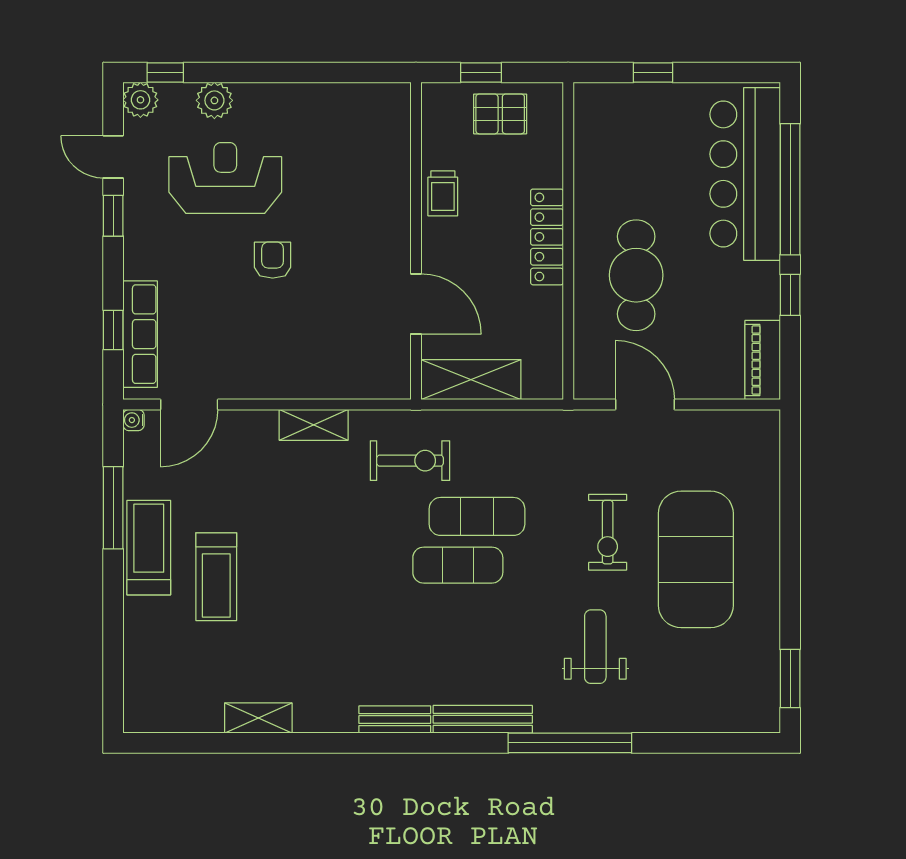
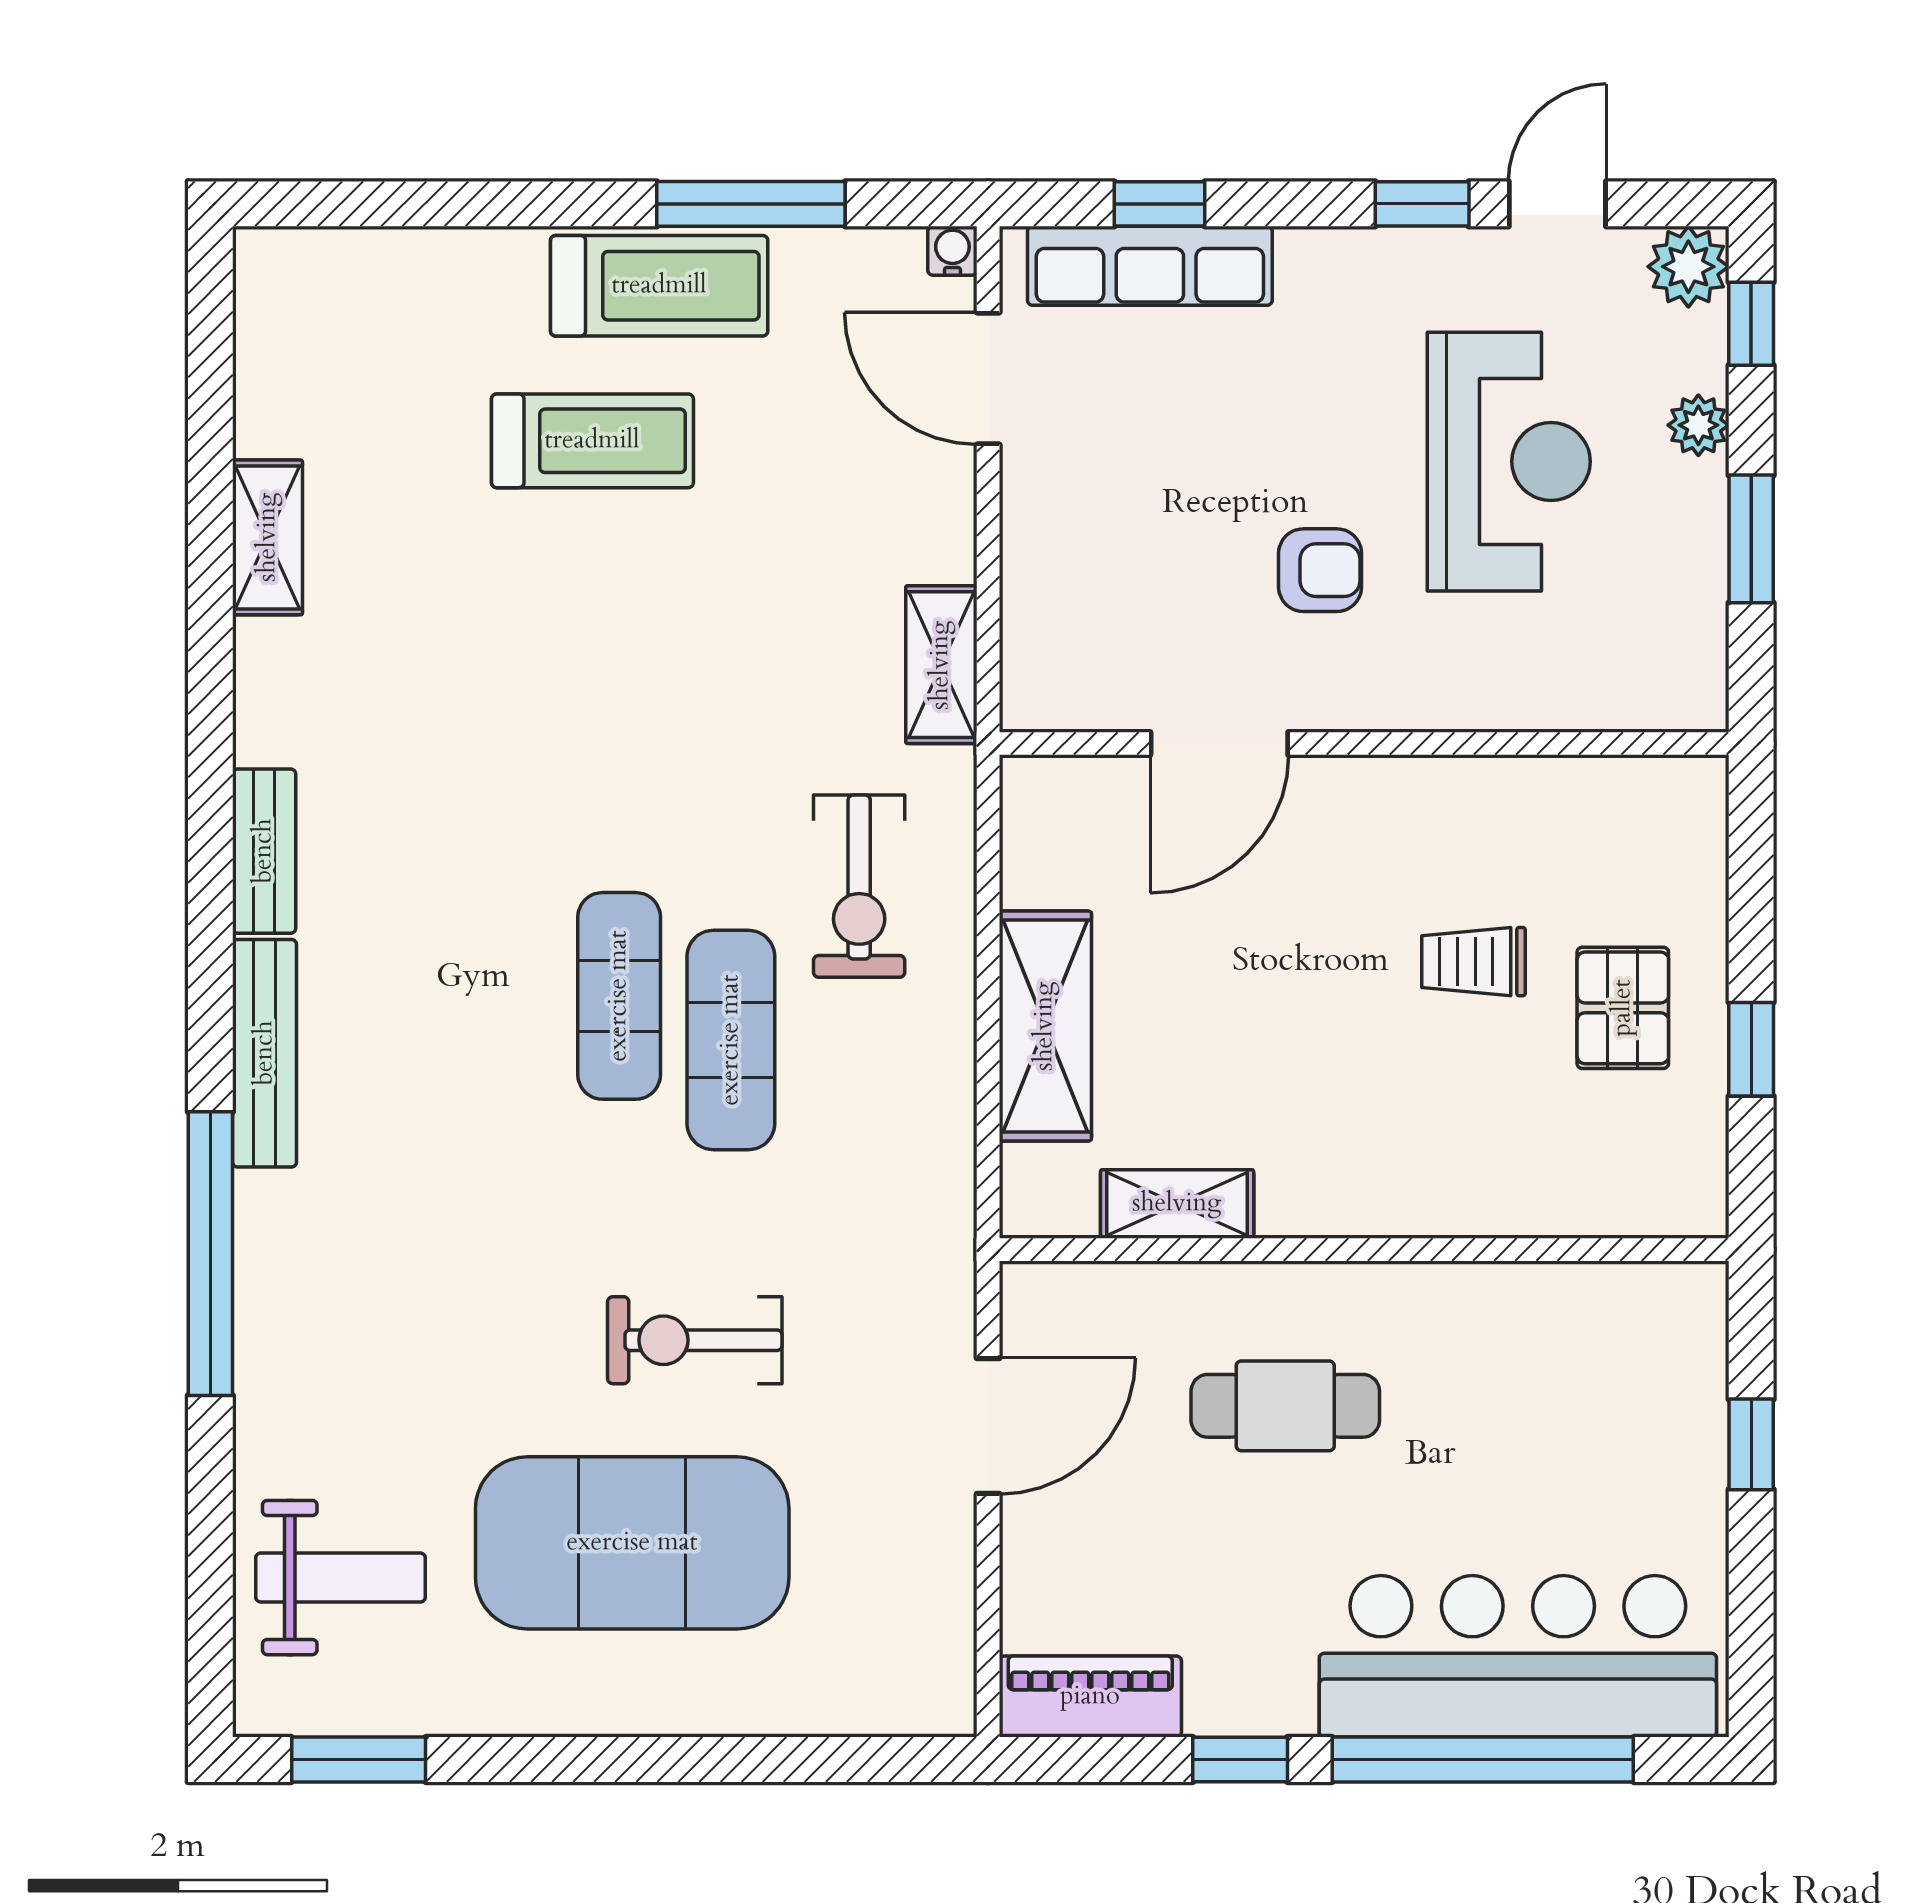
window: (259, 73) -> (1751, 539), added
plant: (214, 100) -> (1698, 425), width x0.73, depth x0.73
pallet: (500, 114) -> (1623, 1008), moved
locker: (547, 237) -> (1373, 1201), removed
wall: (416, 241) -> (1364, 744), moved
cafe table: (636, 275) -> (1285, 1406), width x0.73, depth x0.74
door: (416, 304) -> (1219, 744), moved
shelving: (548, 322) -> (1177, 1204), added
treadmill: (216, 577) -> (592, 441), turned 180
weight bench: (595, 647) -> (341, 1578), moved

